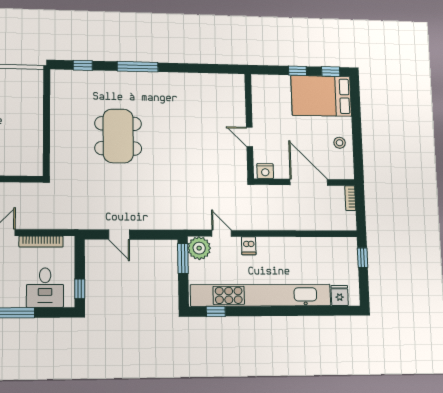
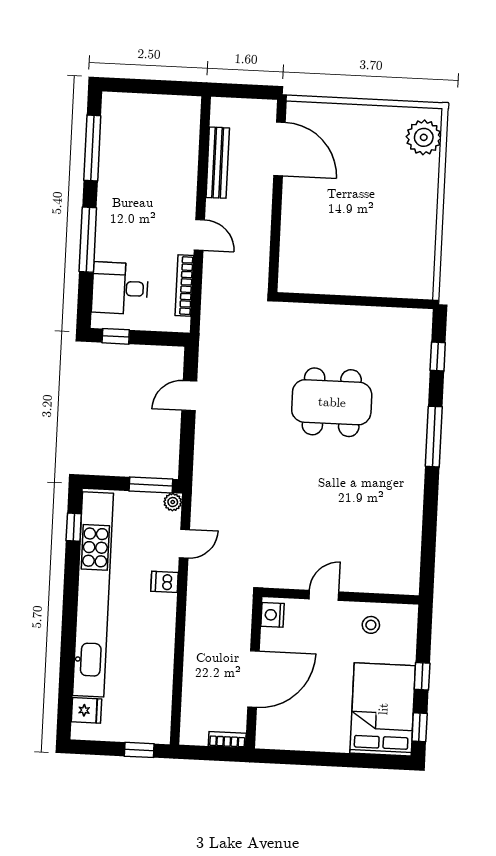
stool: (340, 143) -> (371, 625), moved
plant: (199, 248) -> (173, 502), width x0.53, depth x0.53

